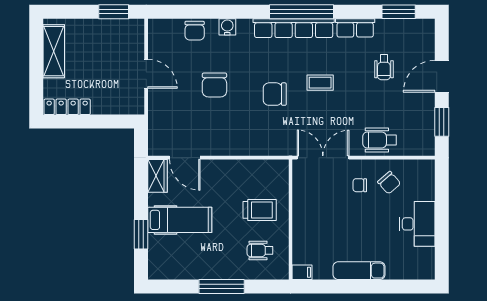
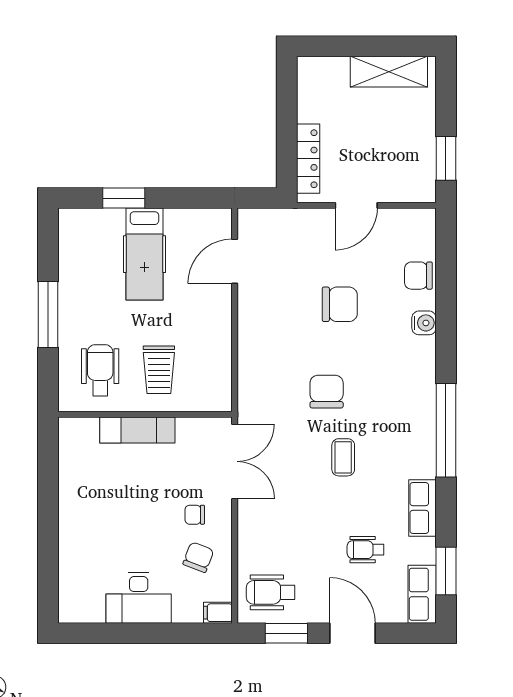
row of seats: (294, 28) -> (422, 594), moved, width x0.50
chair: (214, 85) -> (340, 304), turned 180
locker: (67, 107) -> (308, 159), moved
wheelchair: (380, 140) -> (271, 592), moved, turned -90
wardrobe: (157, 176) -> (208, 222), removed
chair: (389, 183) -> (198, 557), turned 152
chair: (360, 185) -> (195, 515), turned -90
wheelchair: (260, 250) -> (100, 370), width x1.36, depth x1.37
exam couch: (359, 271) -> (137, 430), moved, turned 90
filing cabinet: (302, 272) -> (218, 613), moved, turned 90

